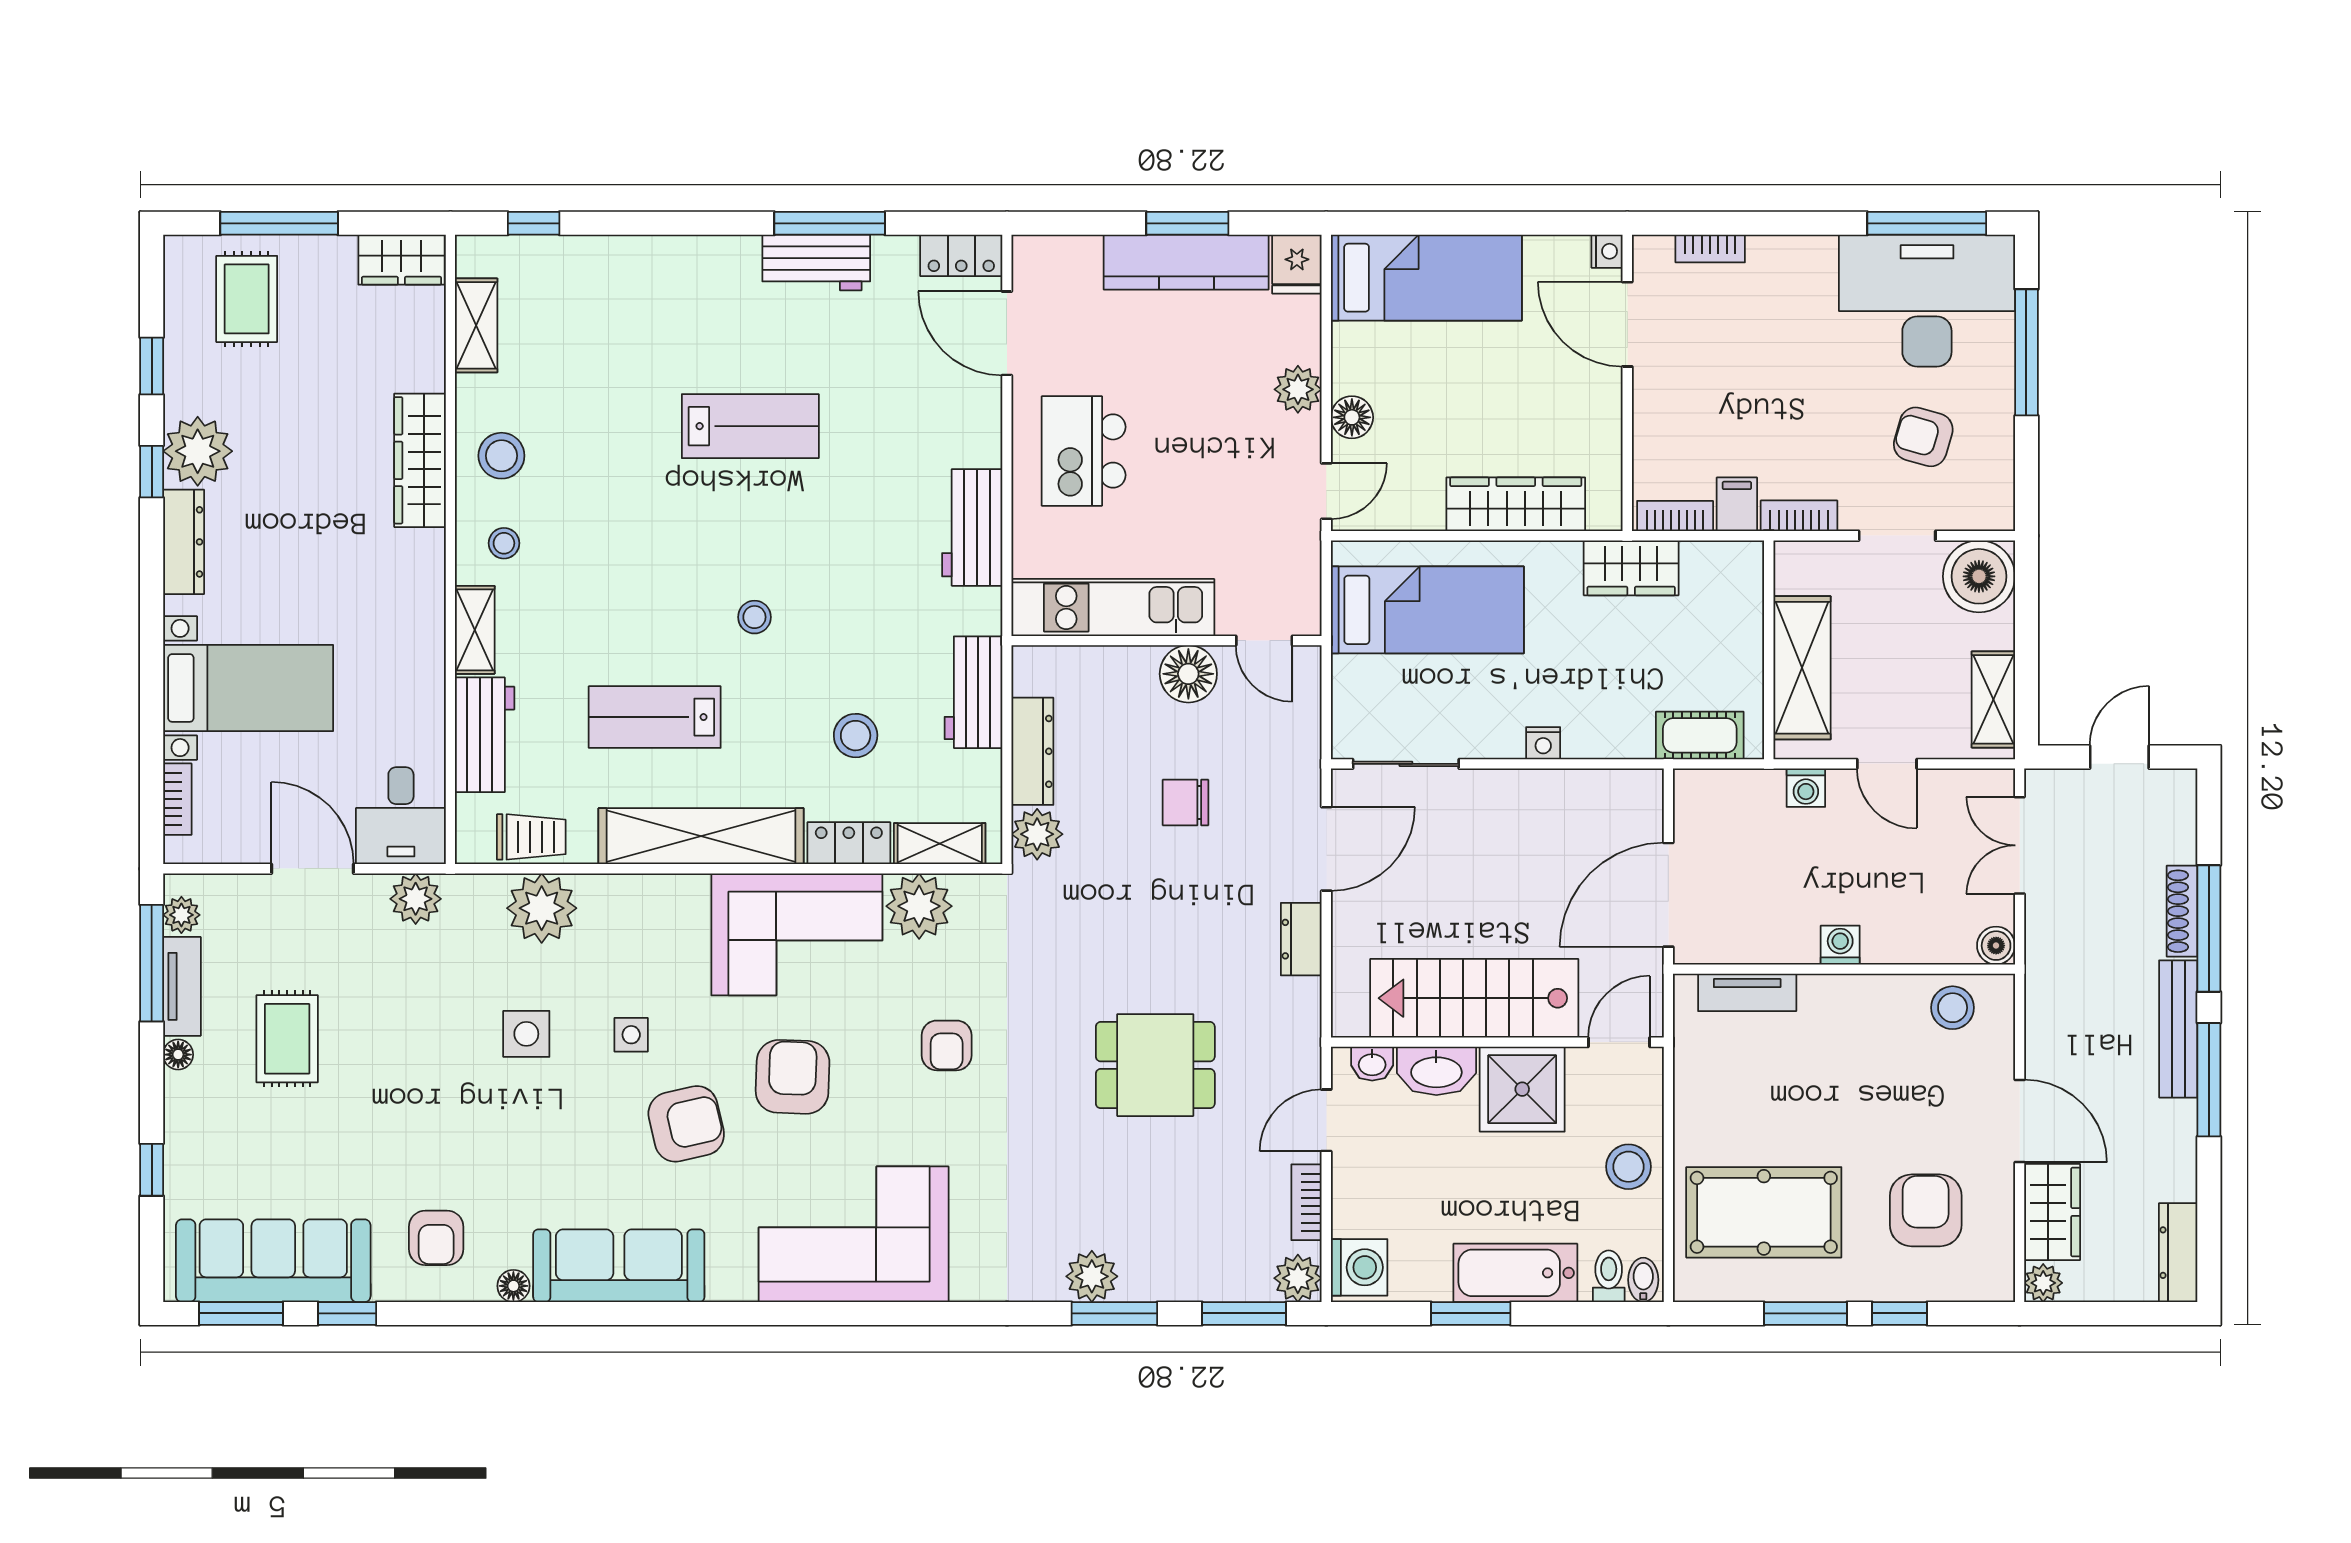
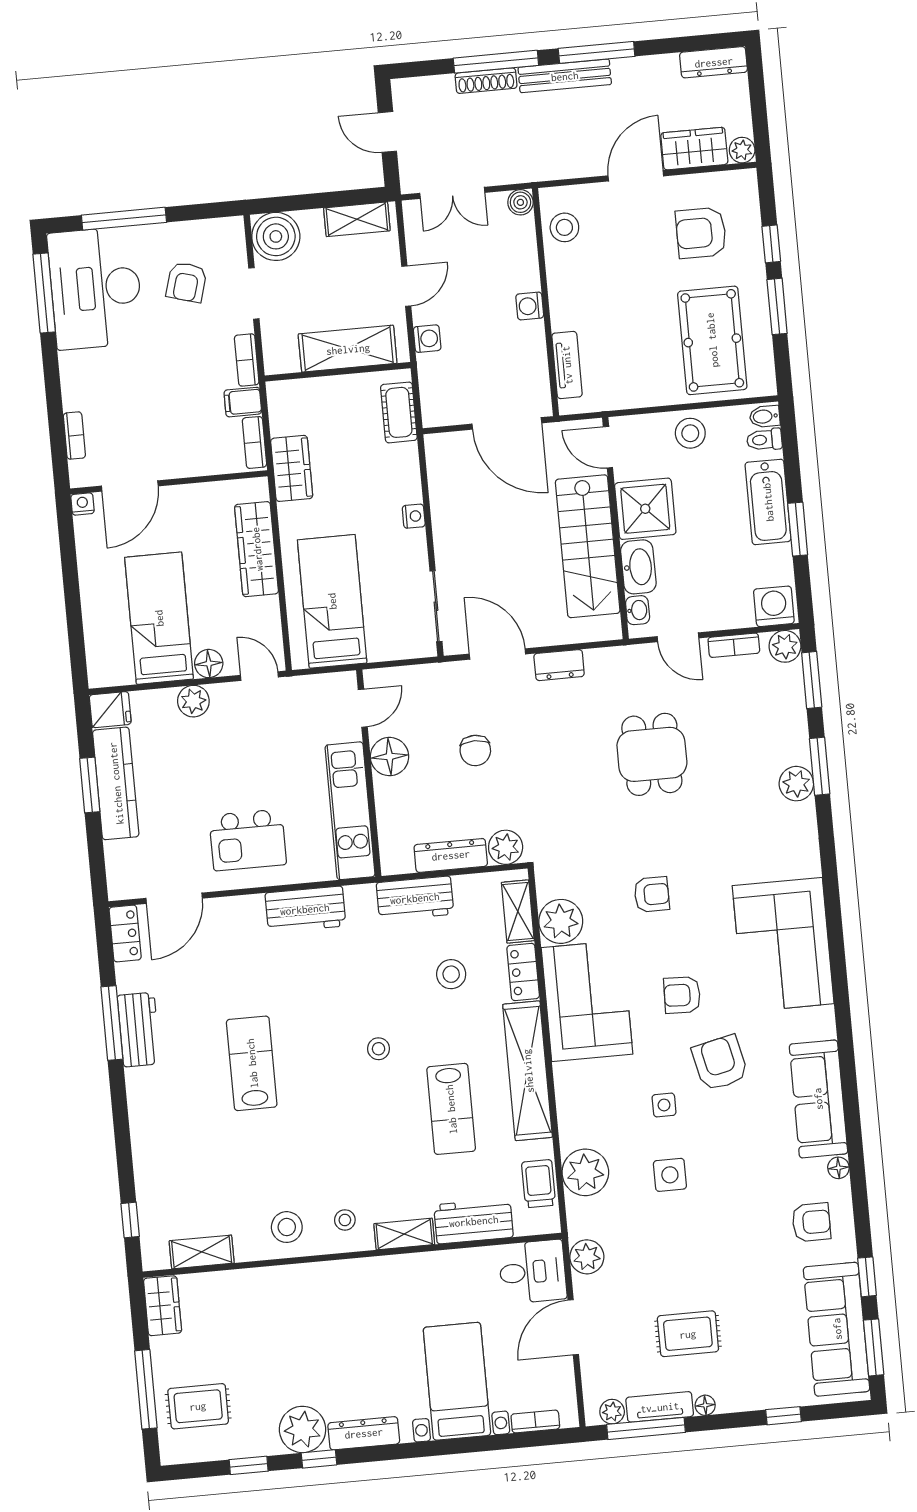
bed: (1426, 278) -> (159, 618), moved
wardrobe: (420, 460) -> (295, 1281), removed
armchair: (793, 1077) -> (682, 995), width x0.72, depth x0.72

